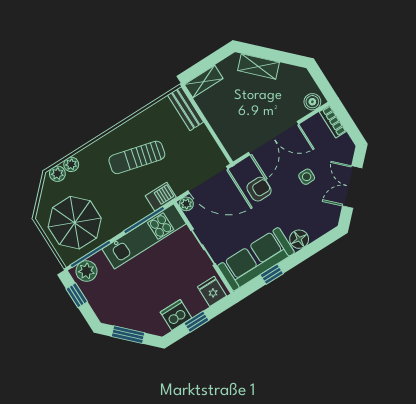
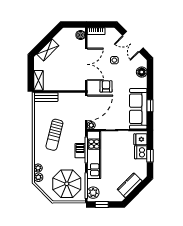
barbecue: (161, 197) -> (80, 151), moved
floor lamp: (299, 239) -> (142, 72), moved
dishwasher: (176, 315) -> (141, 152), moved
kitchen counter: (132, 319) -> (130, 185), added
window: (128, 335) -> (136, 192), removed

